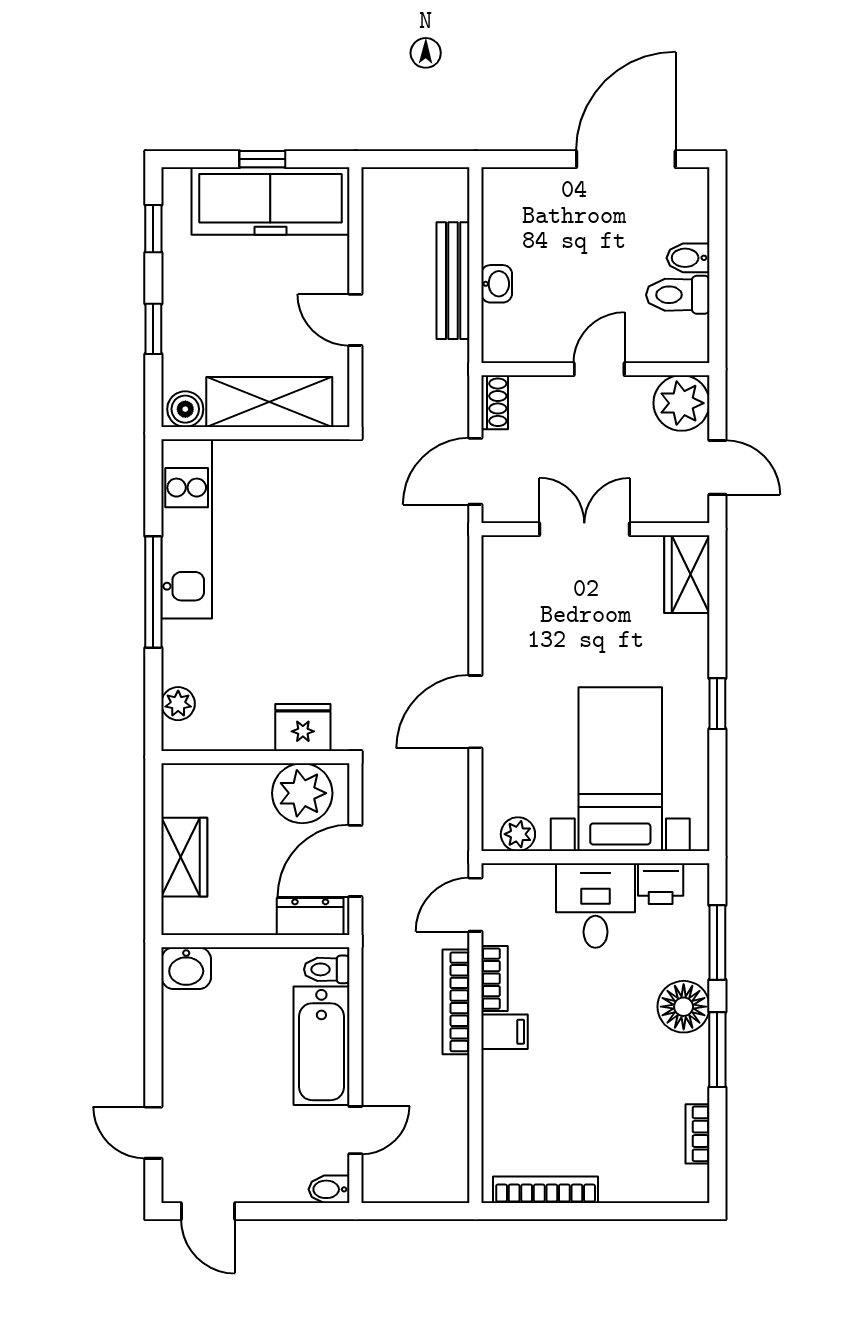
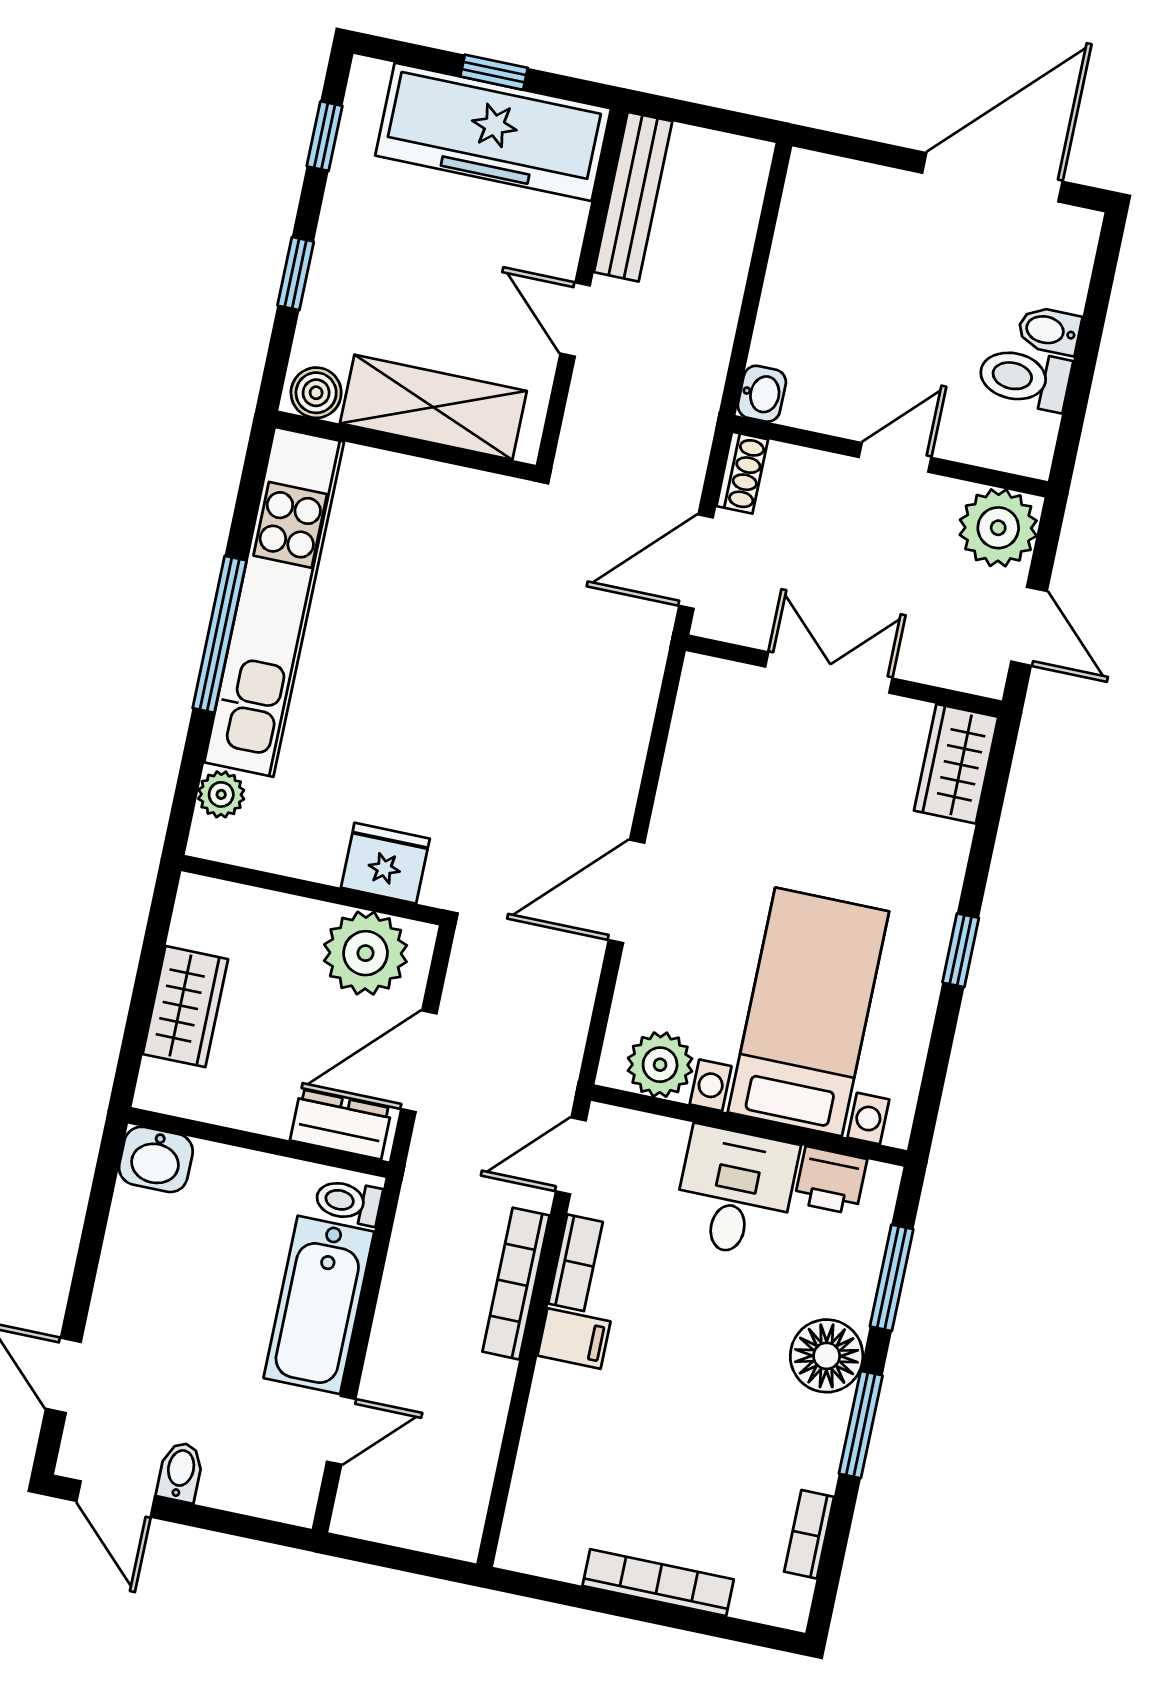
bench: (453, 281) -> (633, 197), moved
washbasin: (497, 284) -> (762, 394), moved
kitchen unit: (187, 529) -> (274, 602), width x1.36
plant: (518, 834) -> (660, 1065), width x1.38, depth x1.38
bidet: (329, 1189) -> (180, 1472), moved, turned 90
bookcase: (546, 1190) -> (658, 1583), moved

